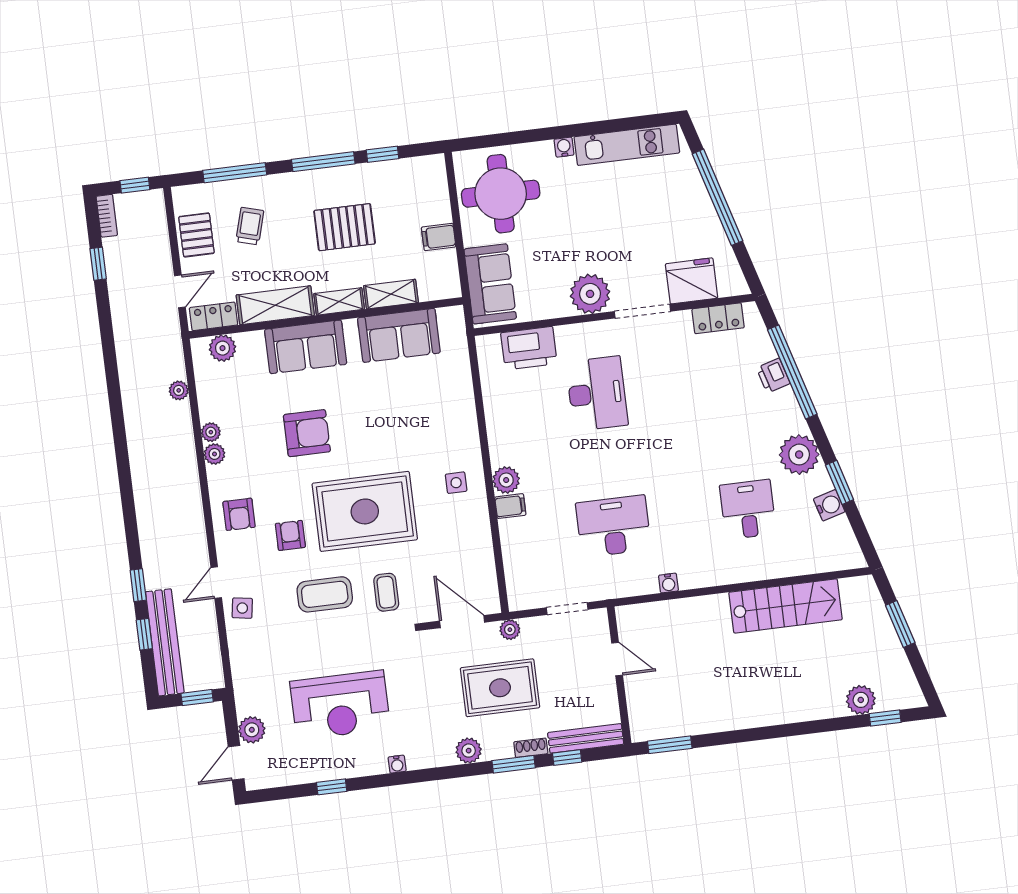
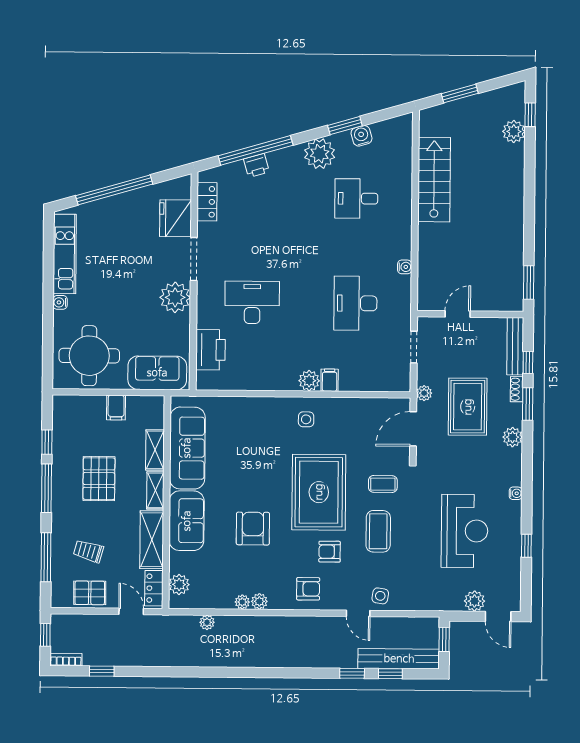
sofa: (399, 335) -> (187, 448), width x1.36

